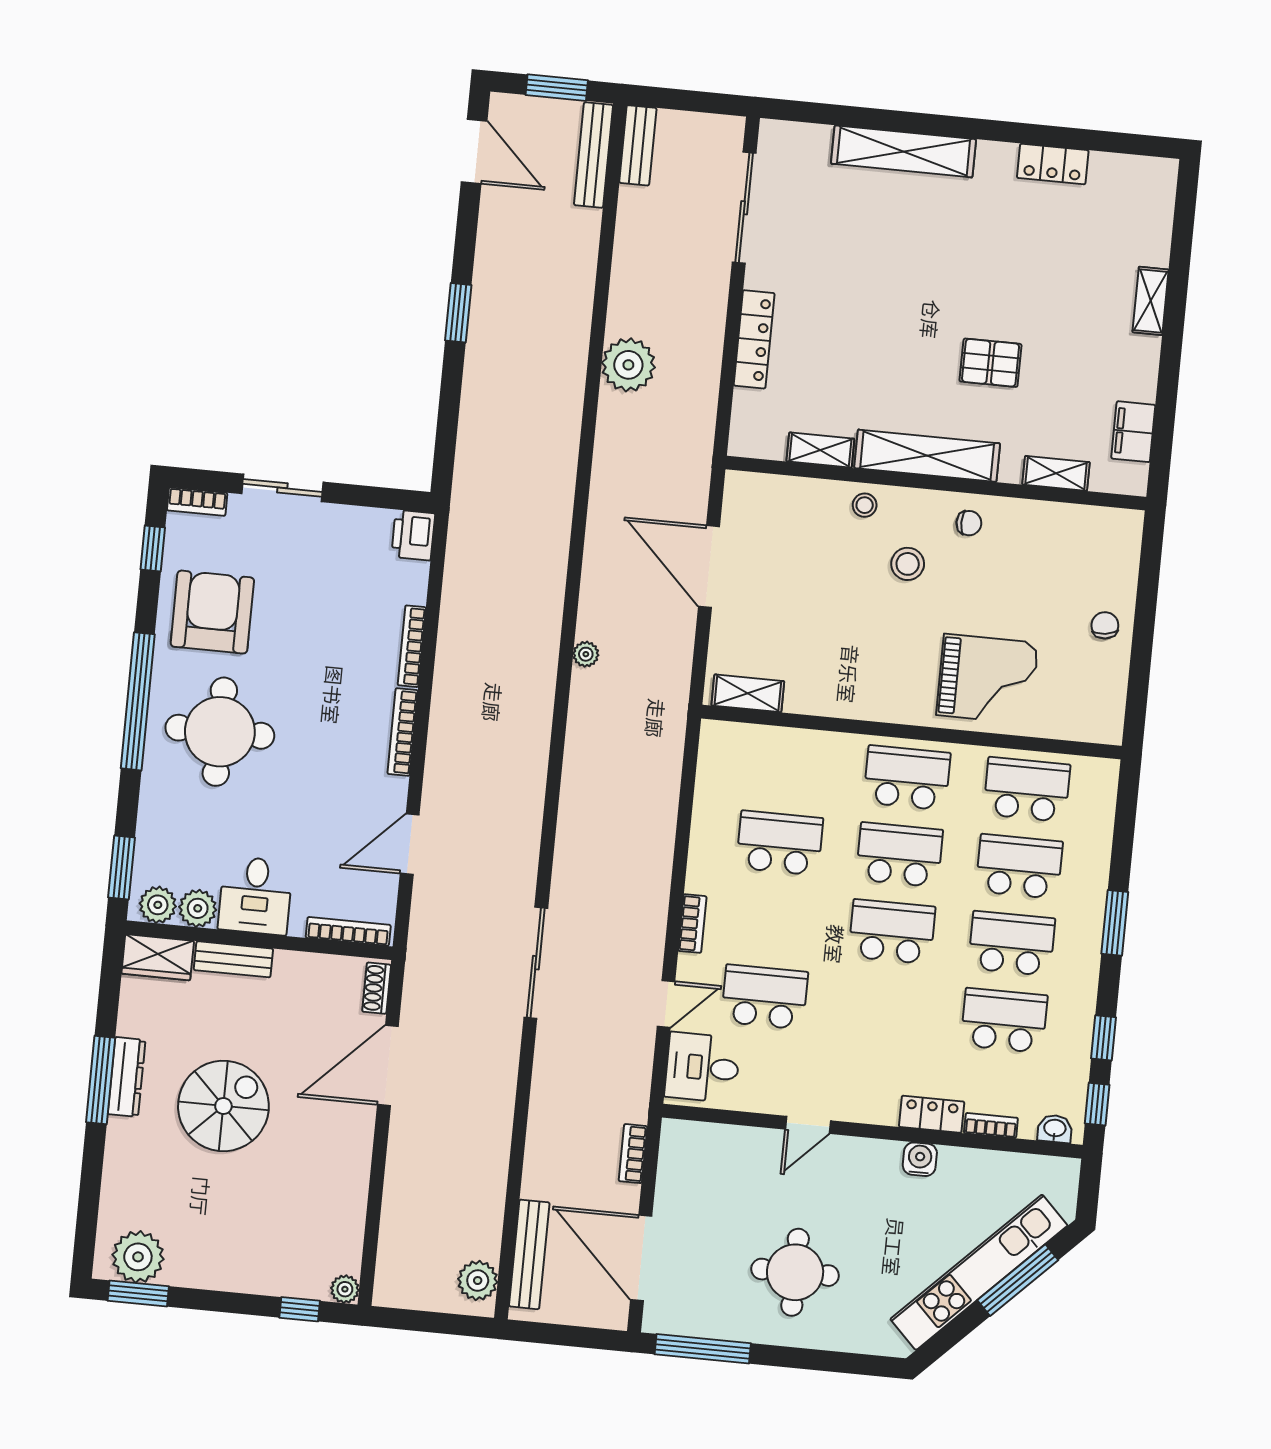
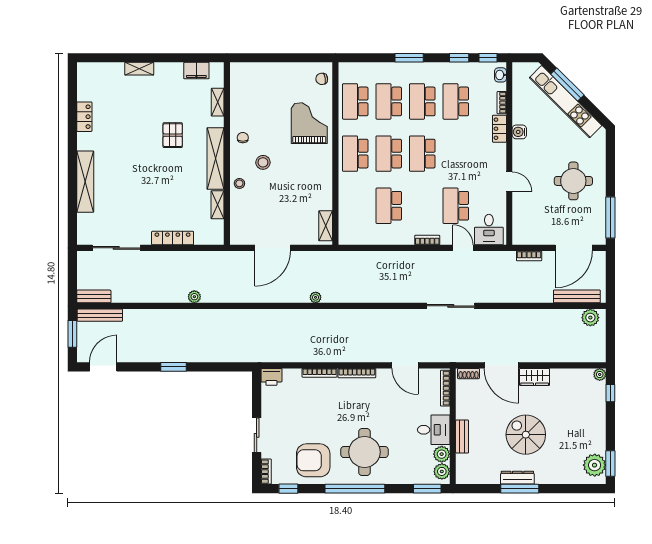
plant: (628, 365) -> (194, 297), width x0.53, depth x0.53
chair: (1105, 625) -> (322, 79), moved
wardrobe: (158, 957) -> (535, 377), moved, turned 90

